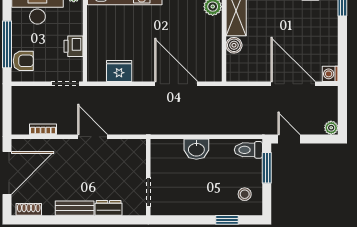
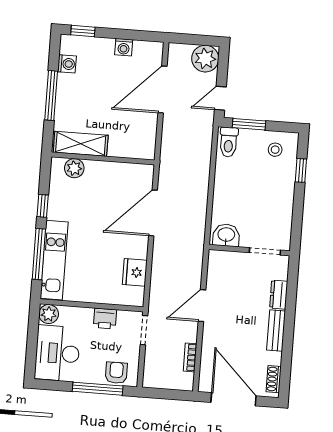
boiler: (234, 45) -> (117, 149), removed
washing machine: (330, 74) -> (124, 47), moved
plant: (331, 128) -> (205, 59), width x1.88, depth x1.88
washbasin: (196, 149) -> (226, 235), moved, turned -90

